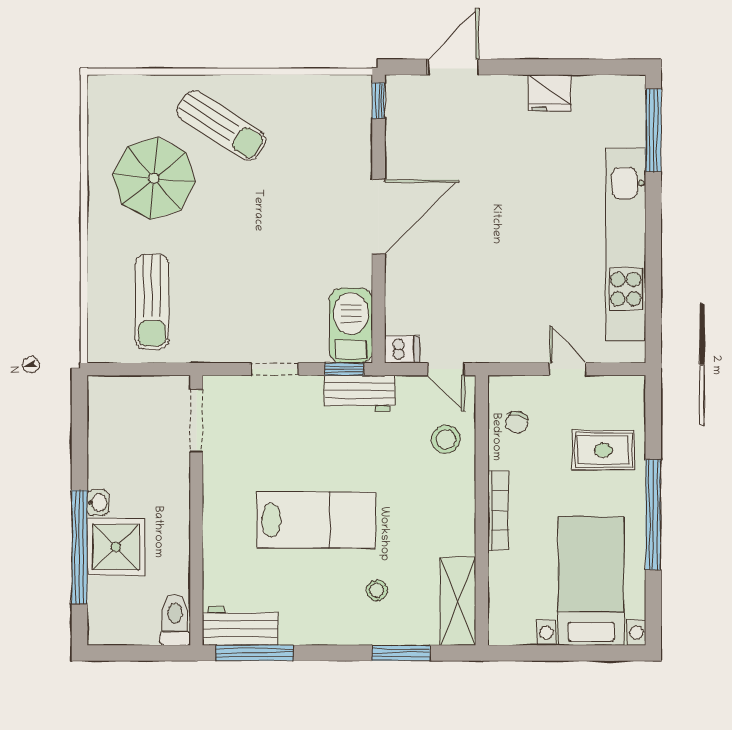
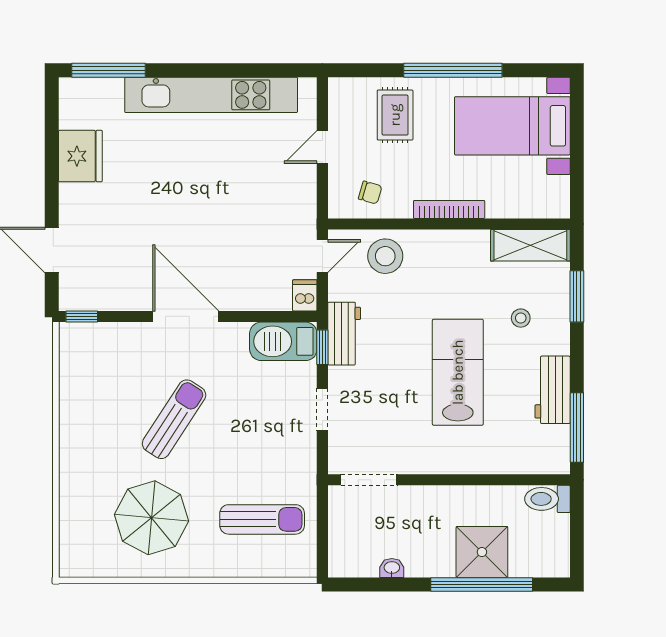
fridge: (550, 93) -> (80, 156), width x1.36, depth x1.34
sun lounger: (222, 126) -> (174, 419), moved
stool: (446, 439) -> (385, 256), width x1.38, depth x1.38
washbasin: (98, 503) -> (392, 568), moved
workbench: (240, 626) -> (553, 390), moved

